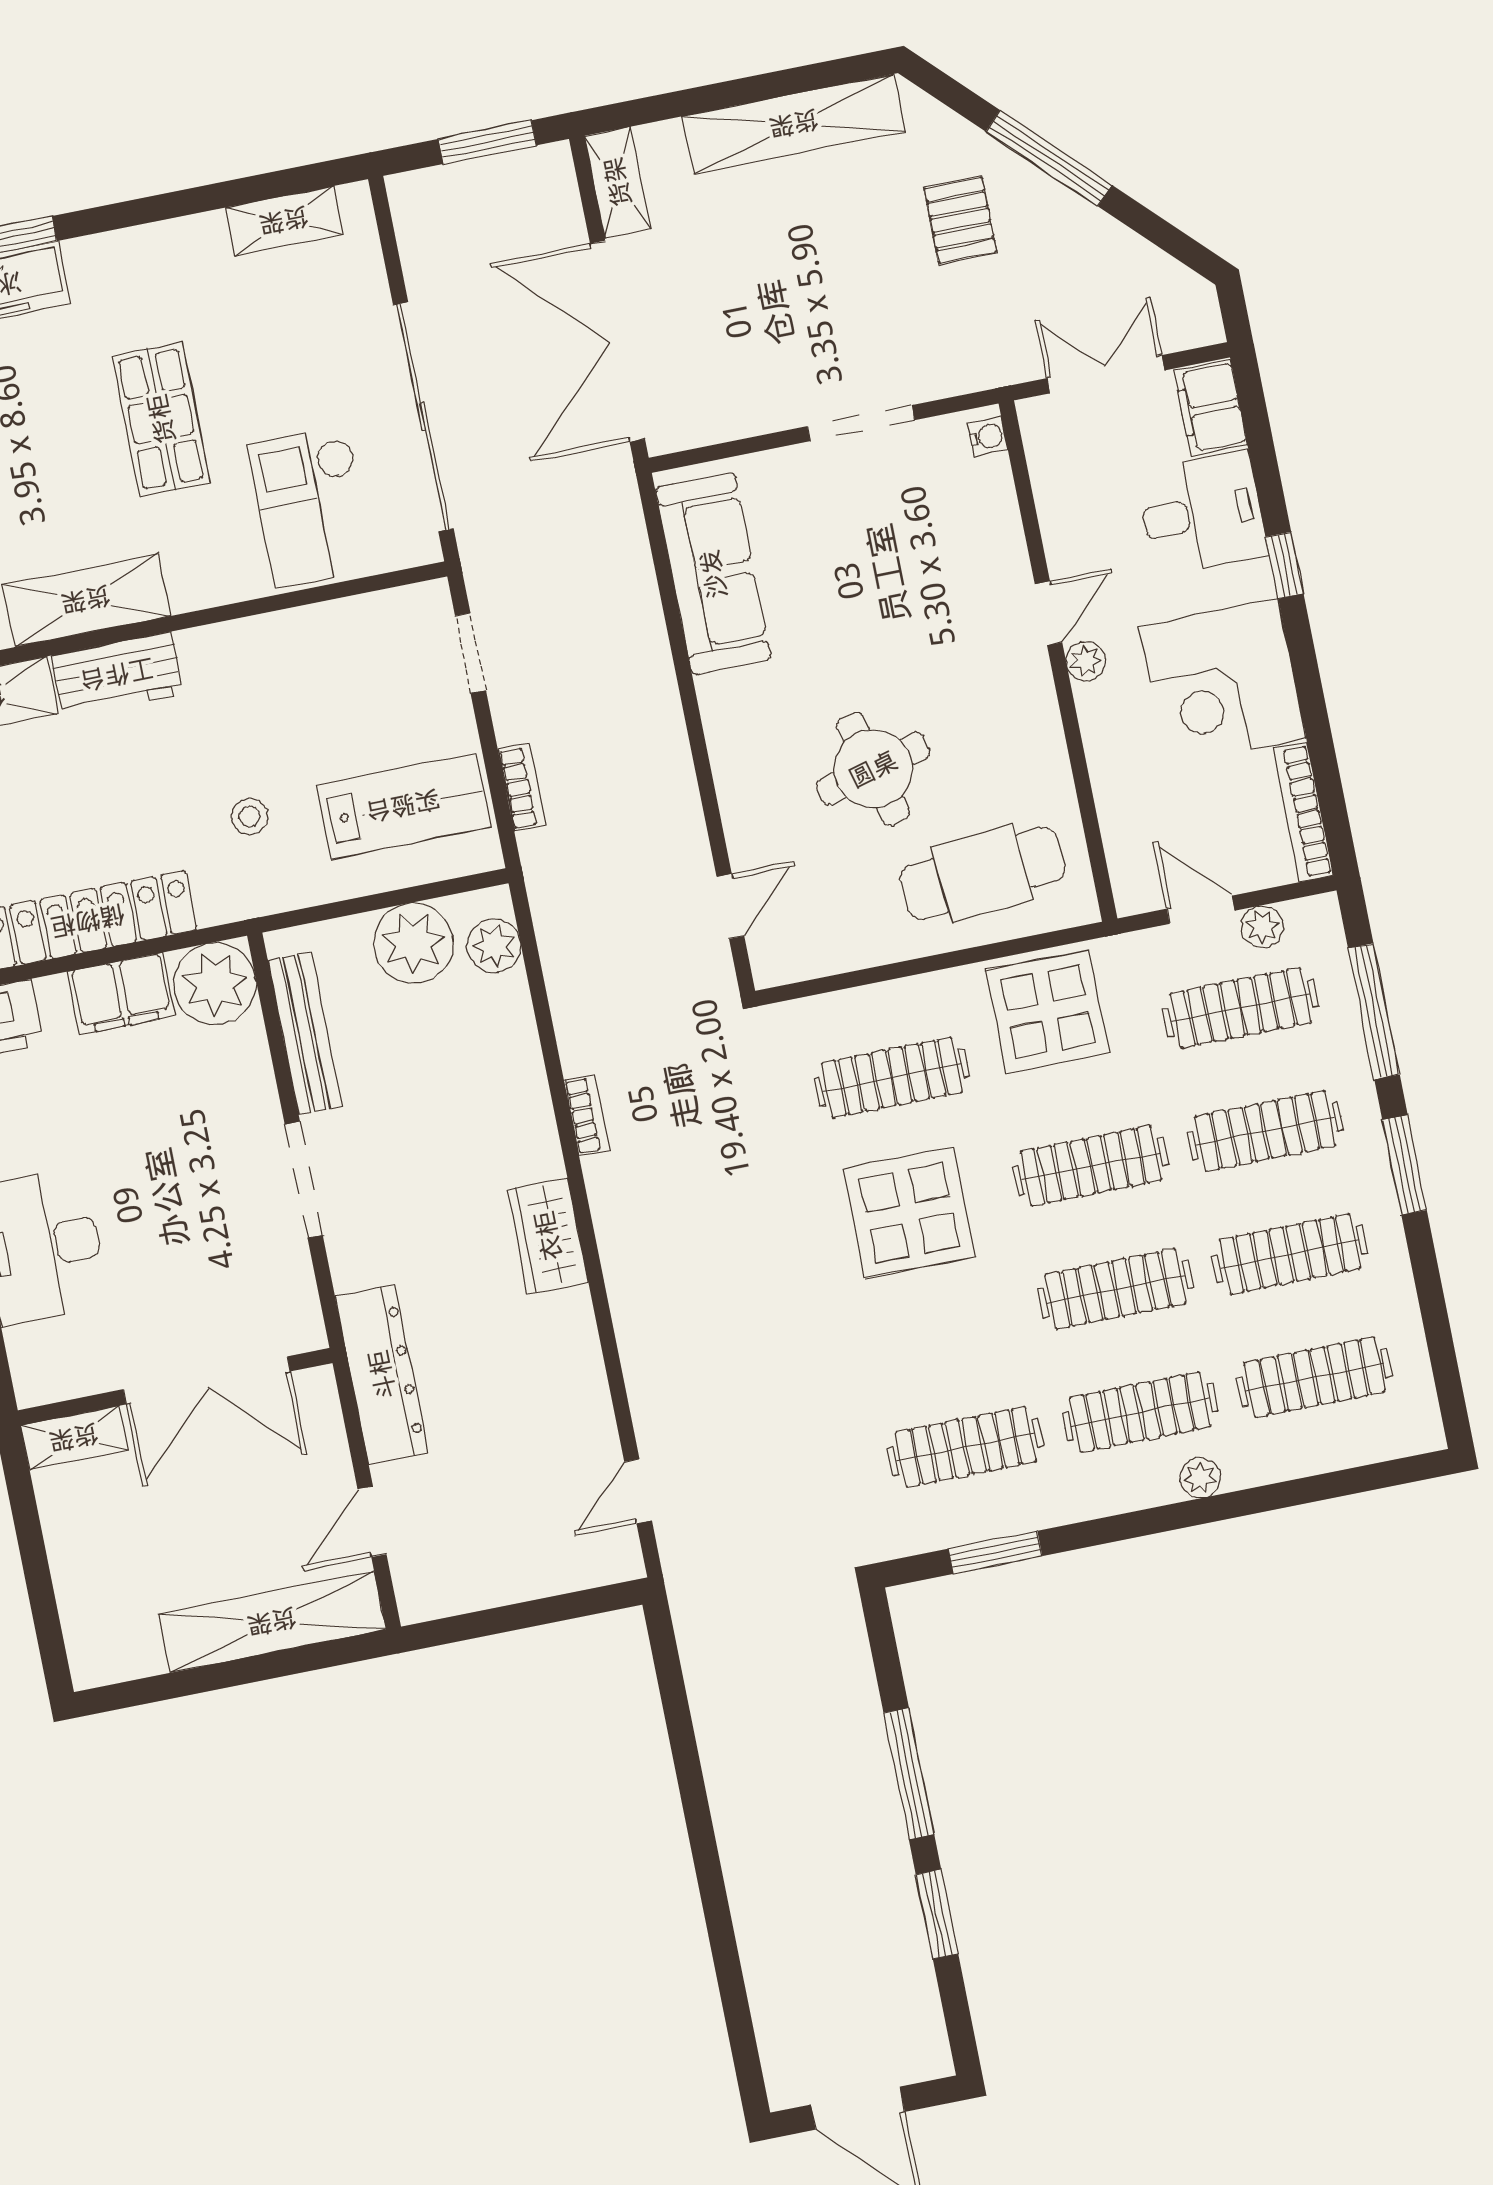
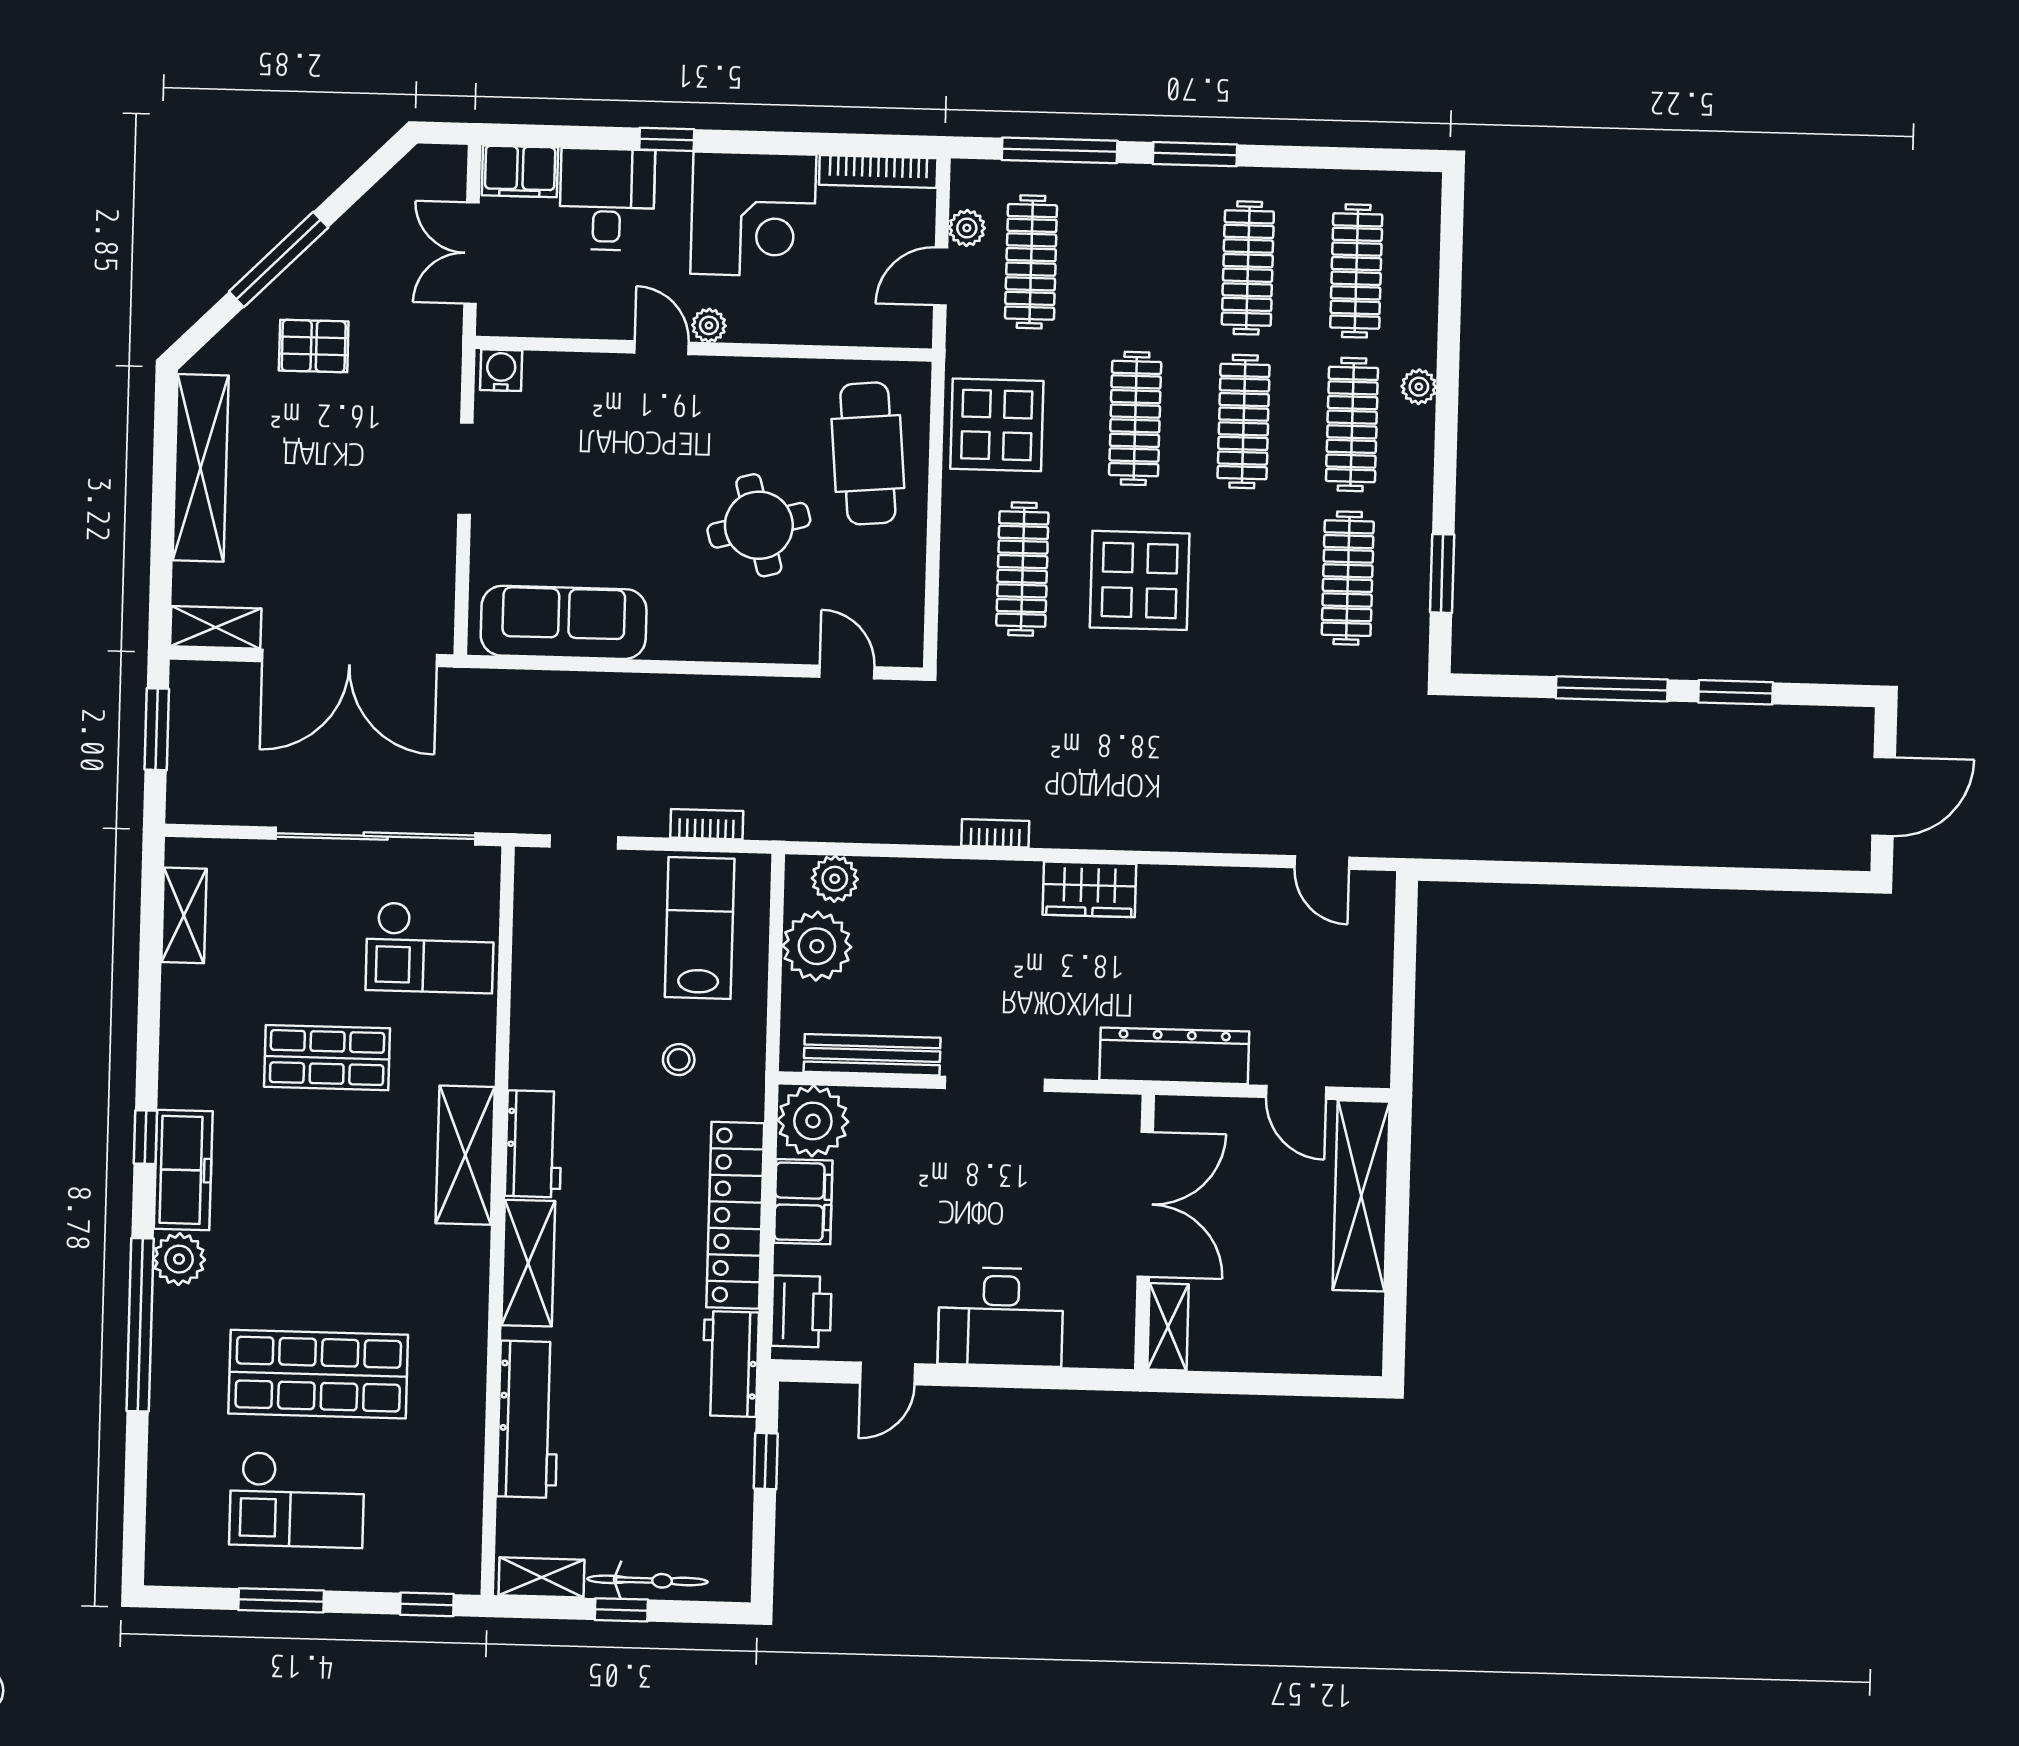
water cooler: (988, 437) -> (501, 370), width x1.38, depth x1.38
clothes rail: (1265, 1131) -> (1139, 265), removed

